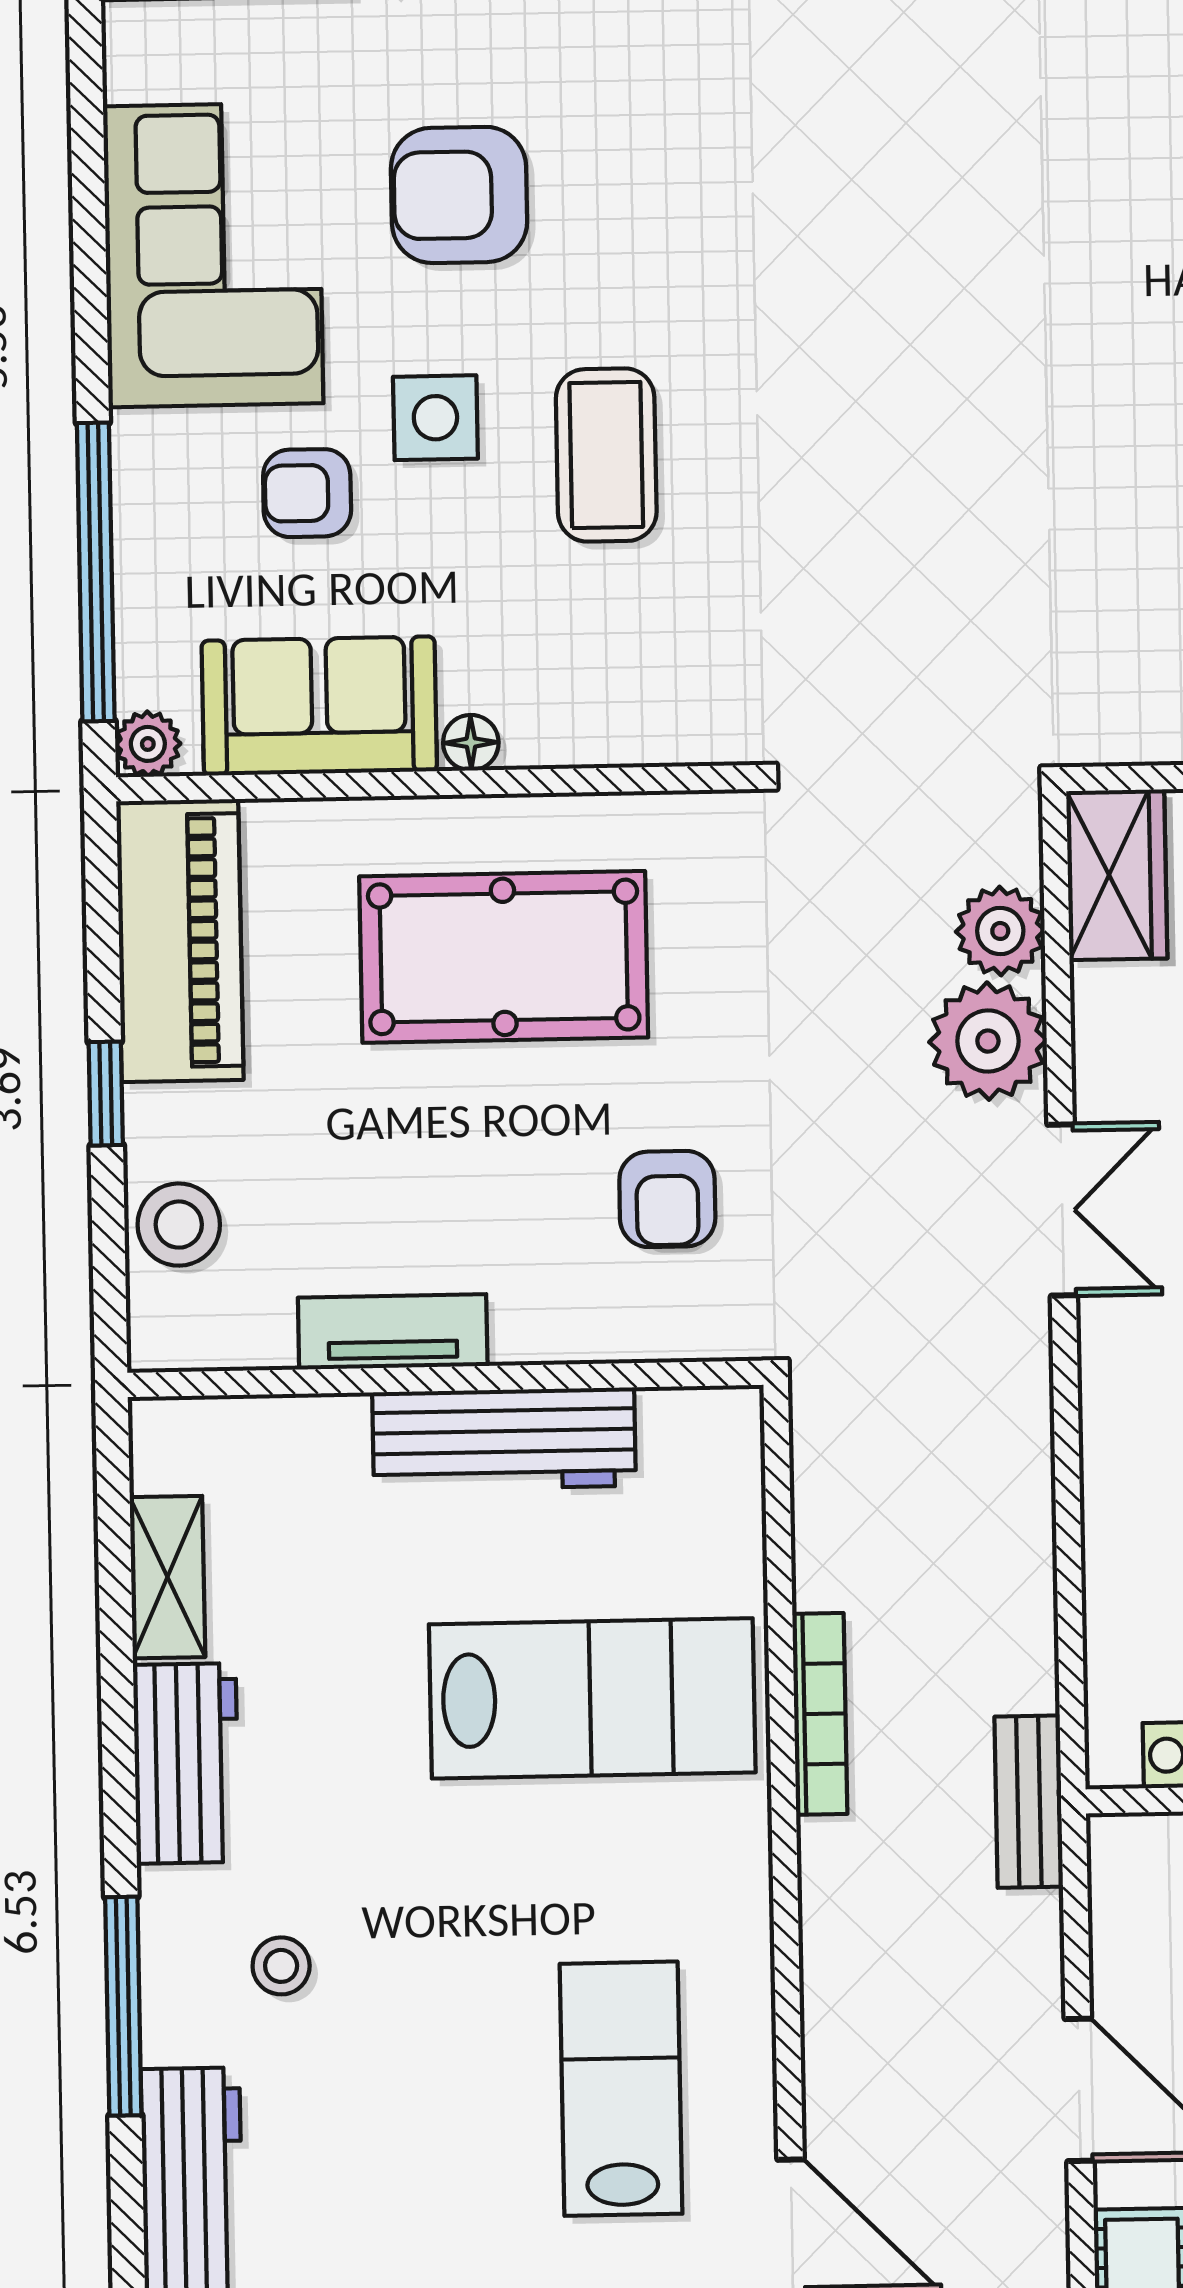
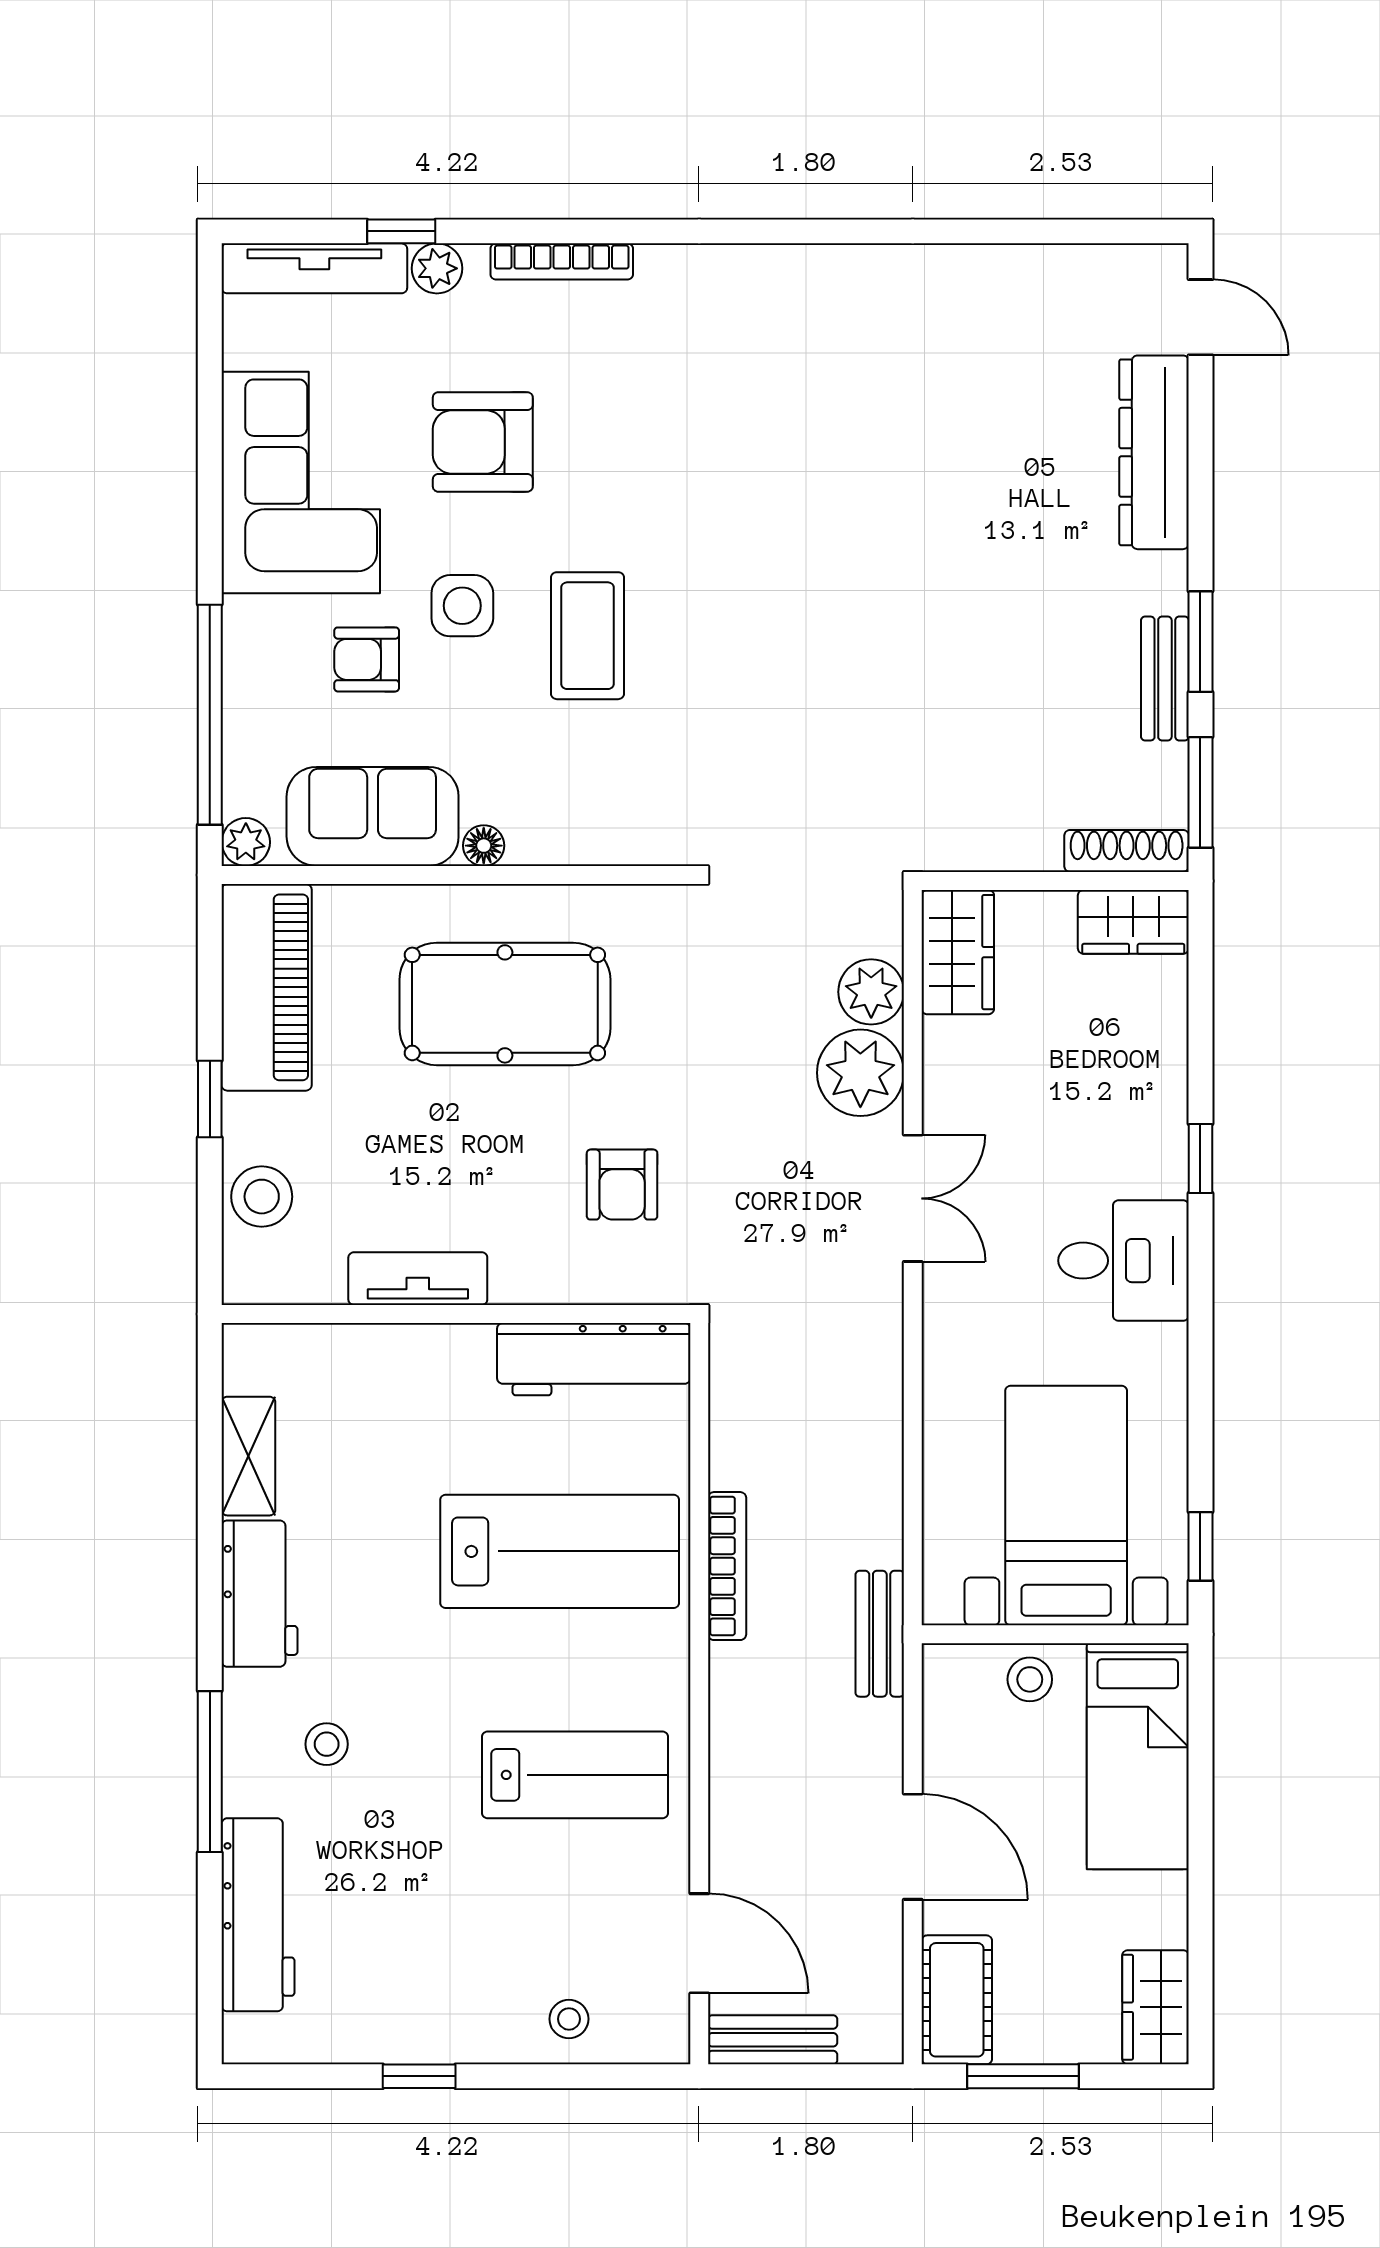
workbench: (504, 1439) -> (594, 1359), moved
lab bench: (621, 2089) -> (575, 1775), moved, turned 90

